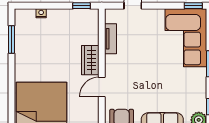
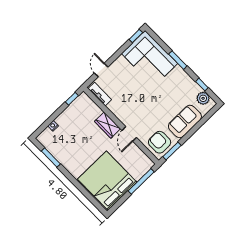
tv unit: (110, 39) -> (100, 94), moved

